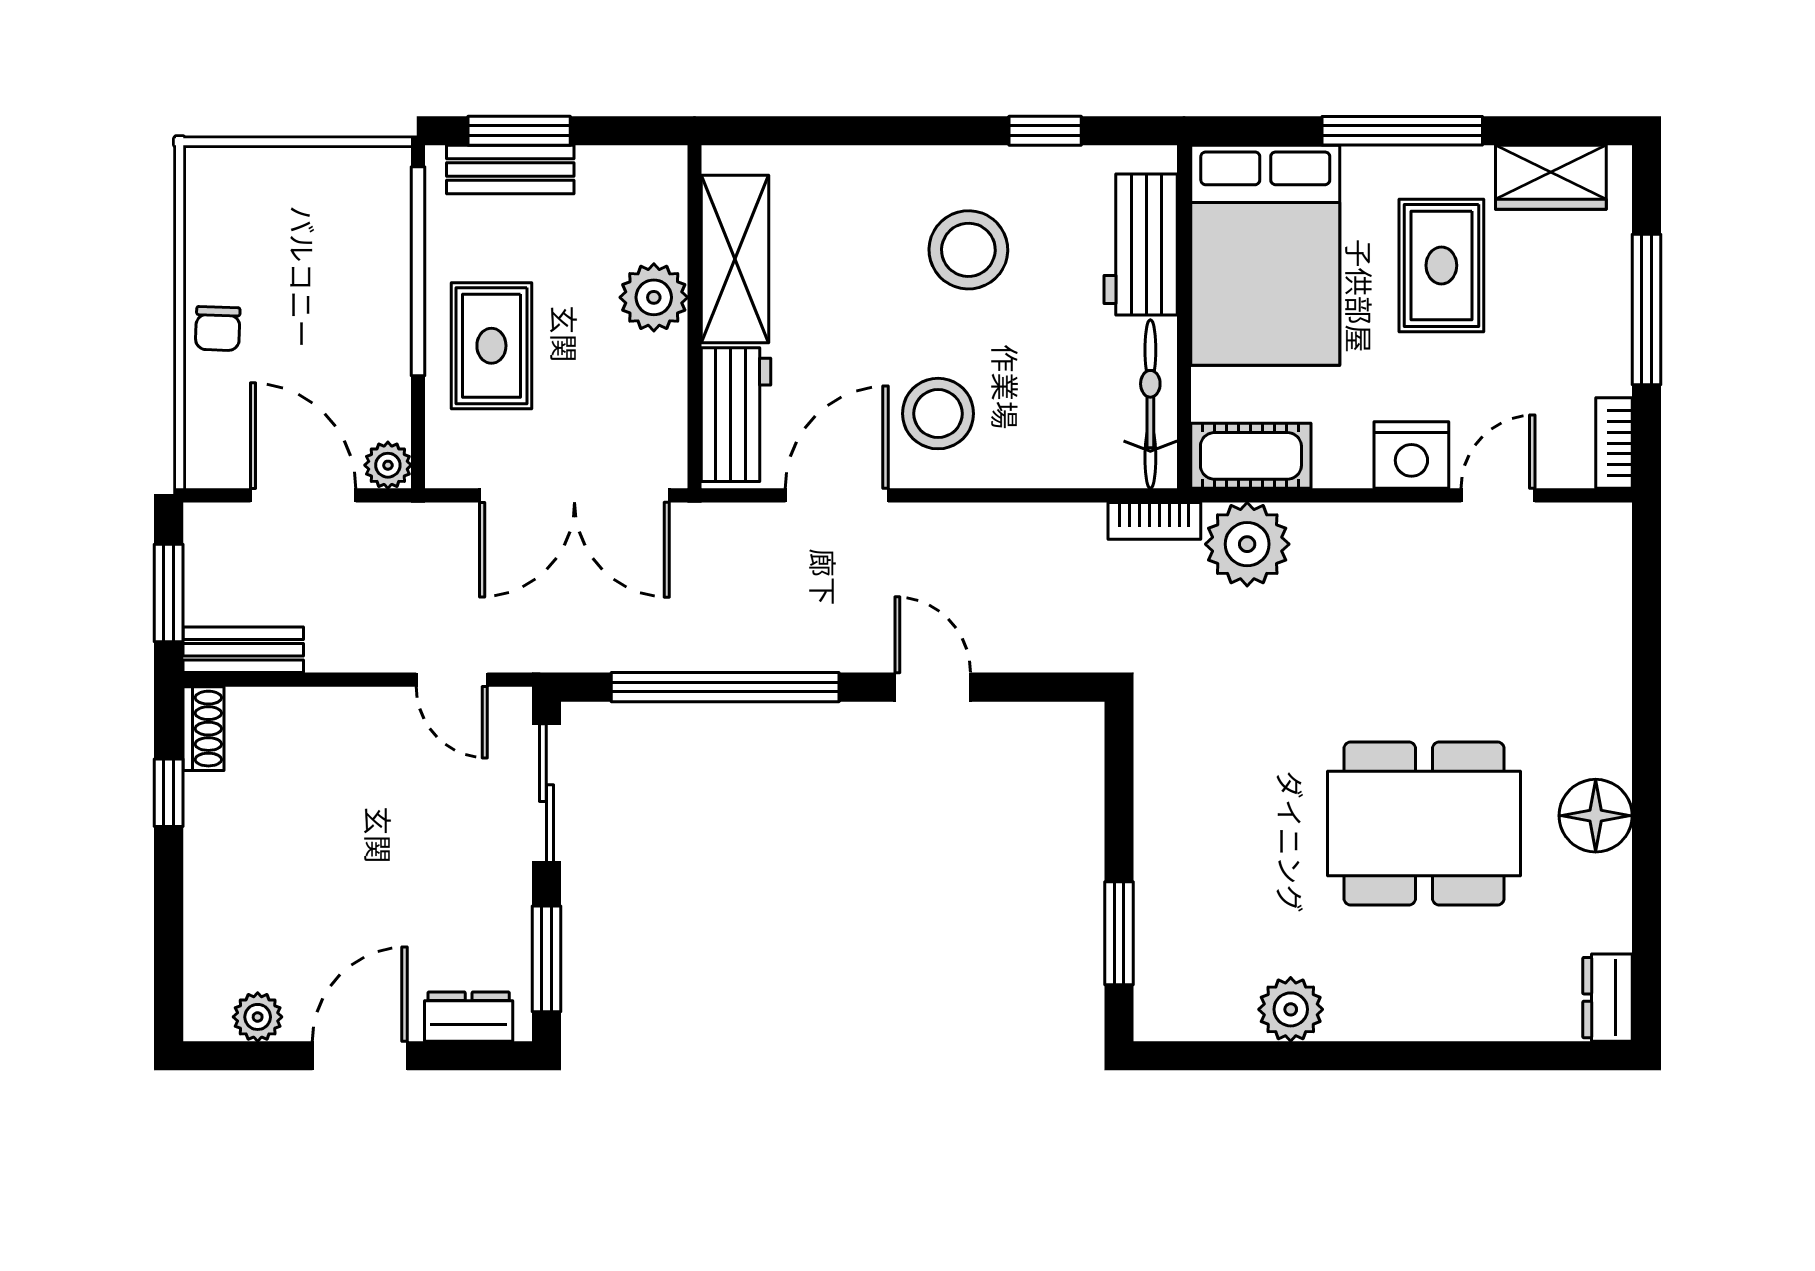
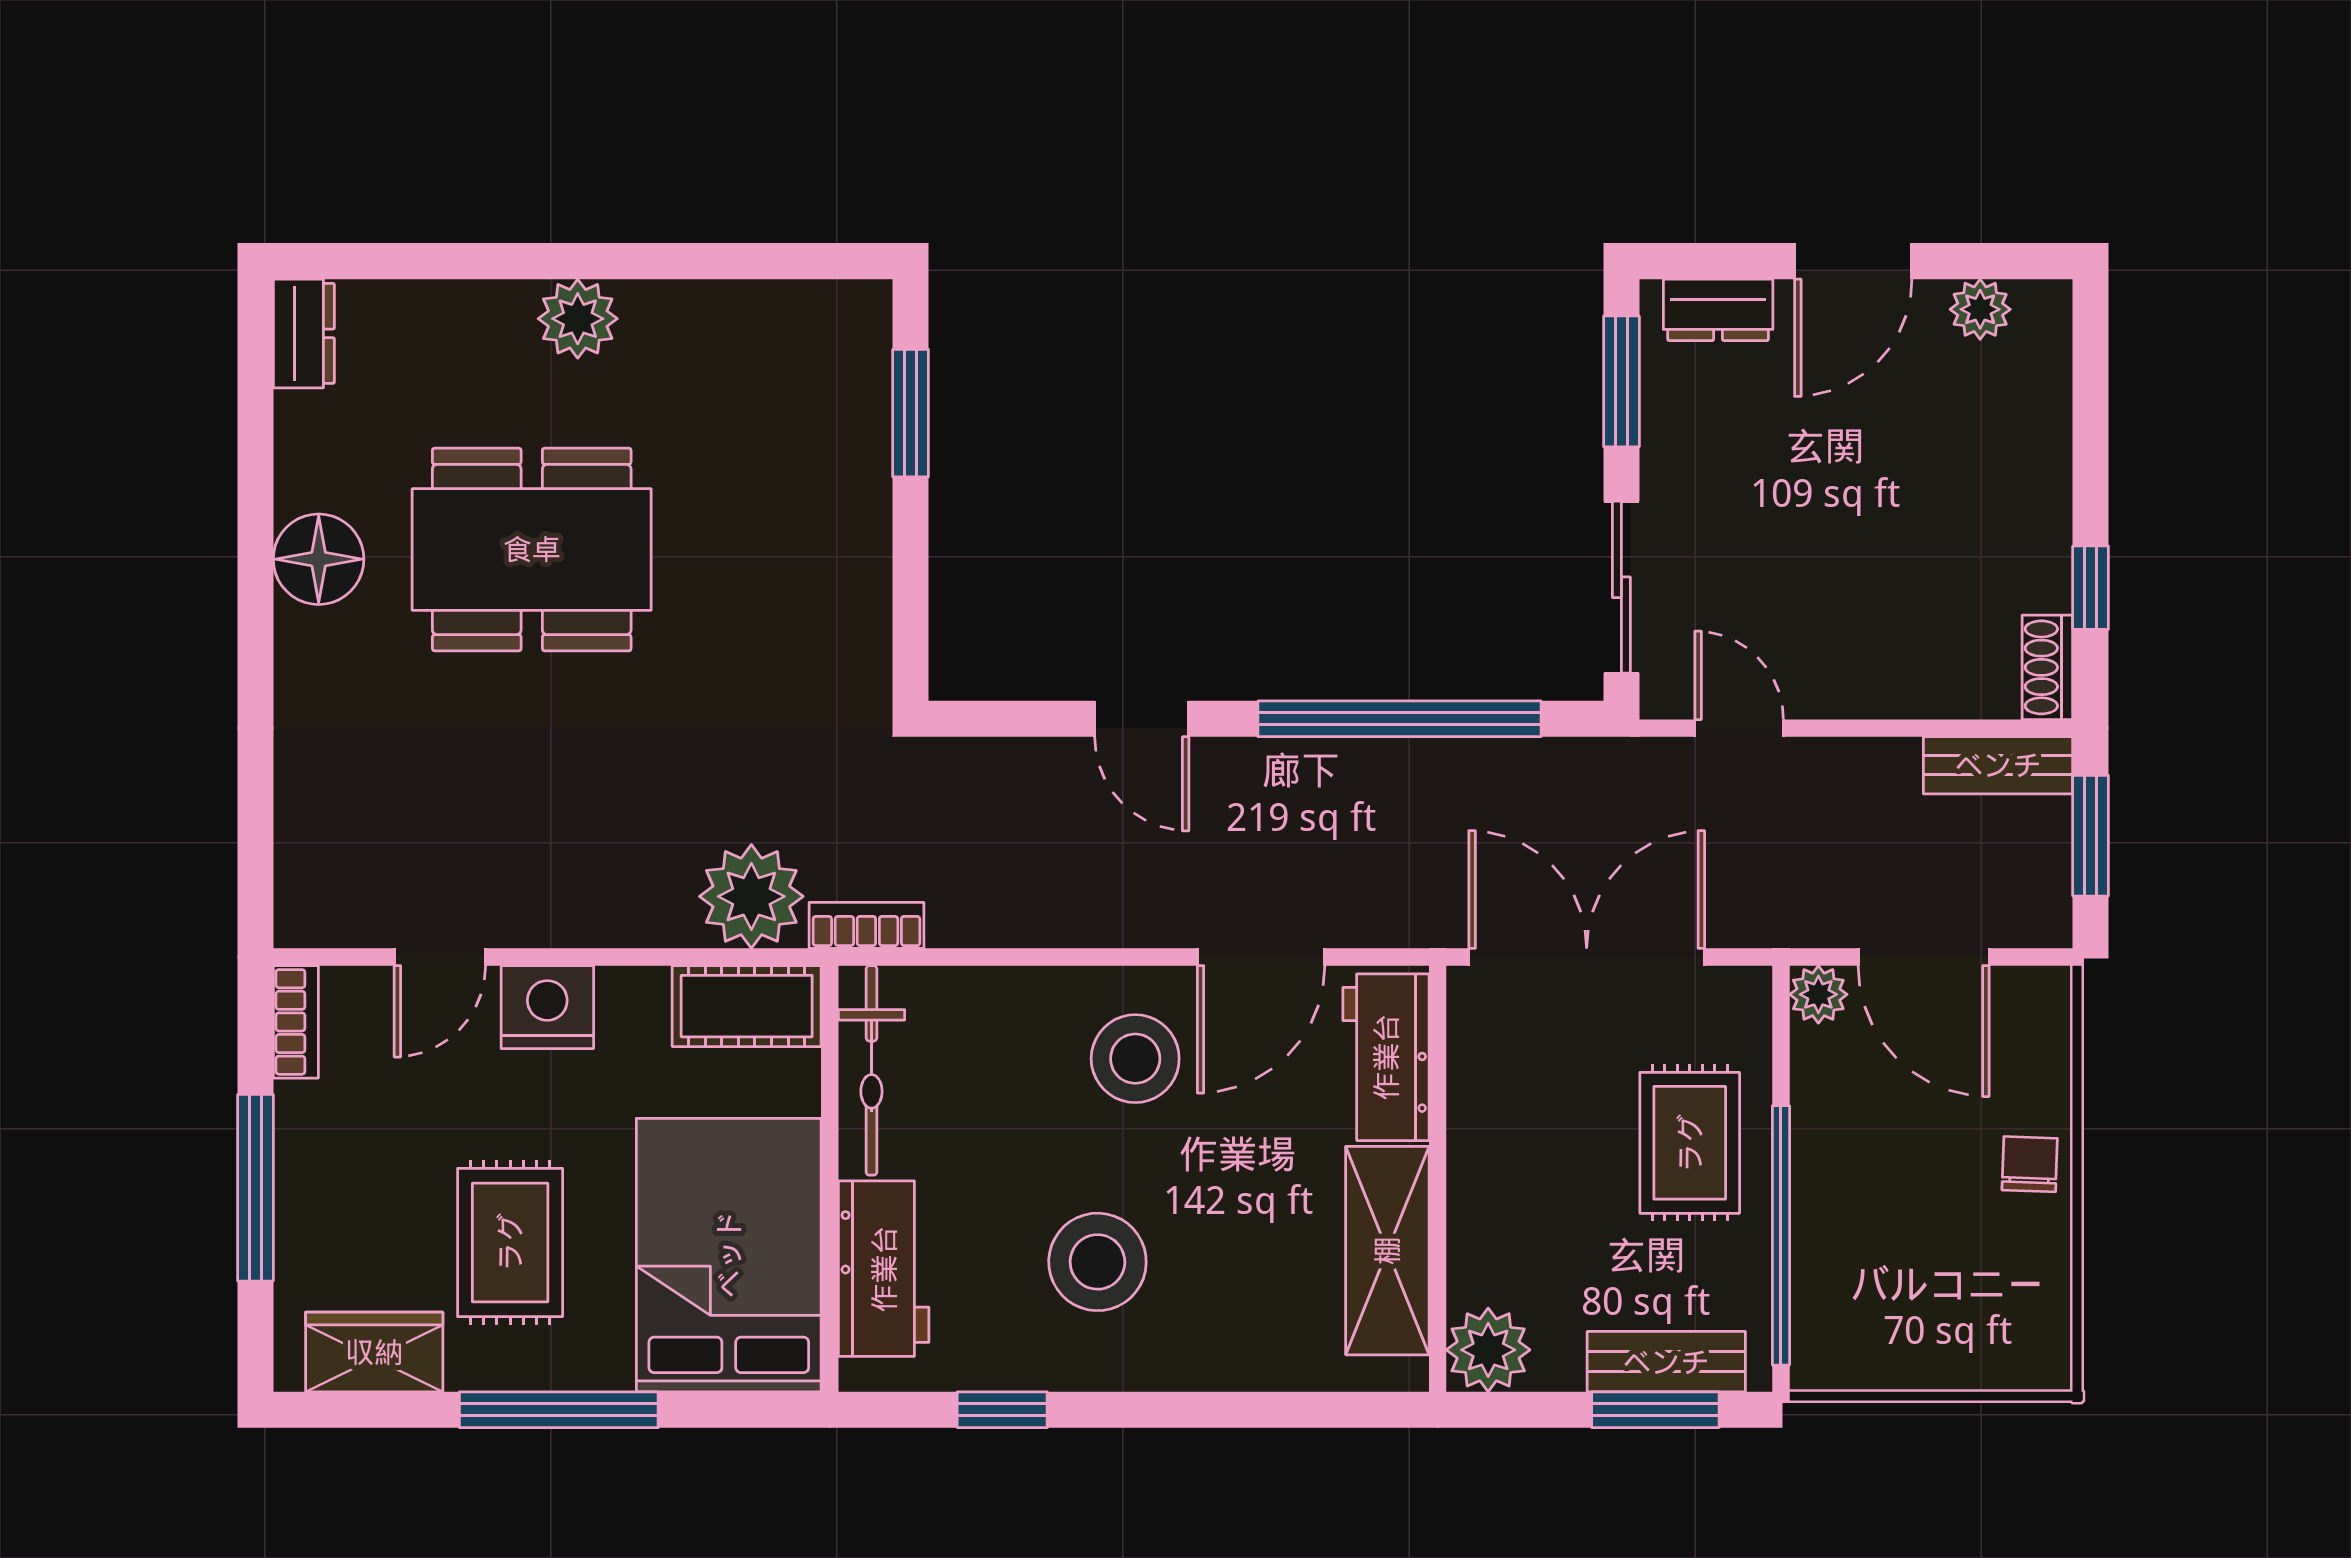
plant: (654, 297) -> (1488, 1350), moved
plant: (1291, 1009) -> (578, 319), moved

